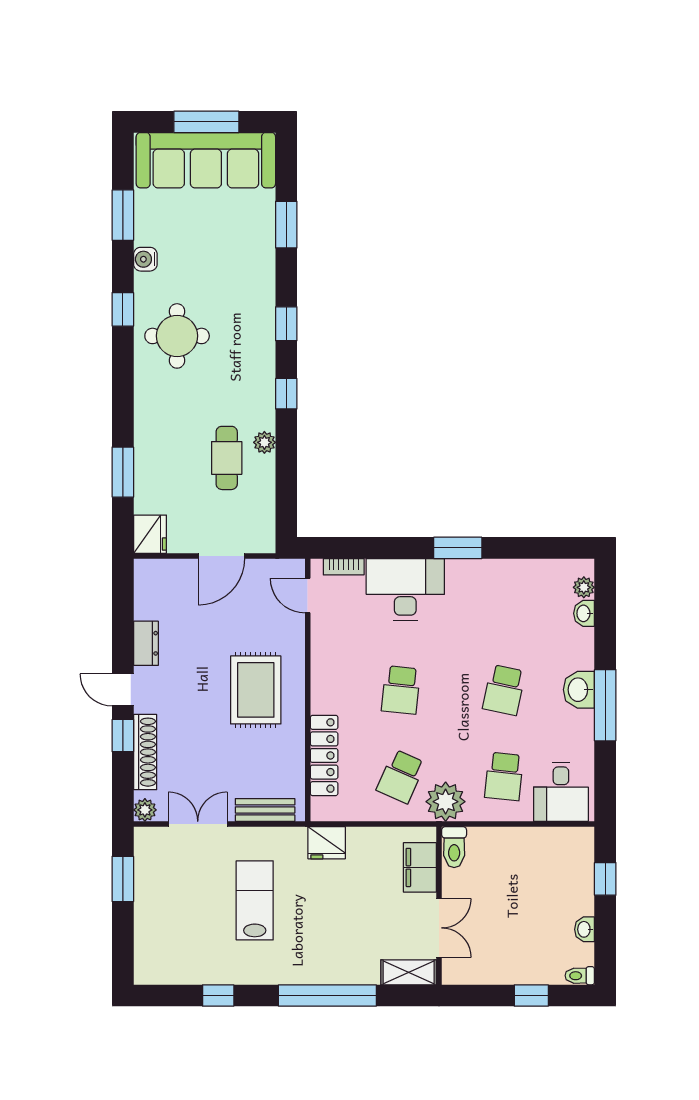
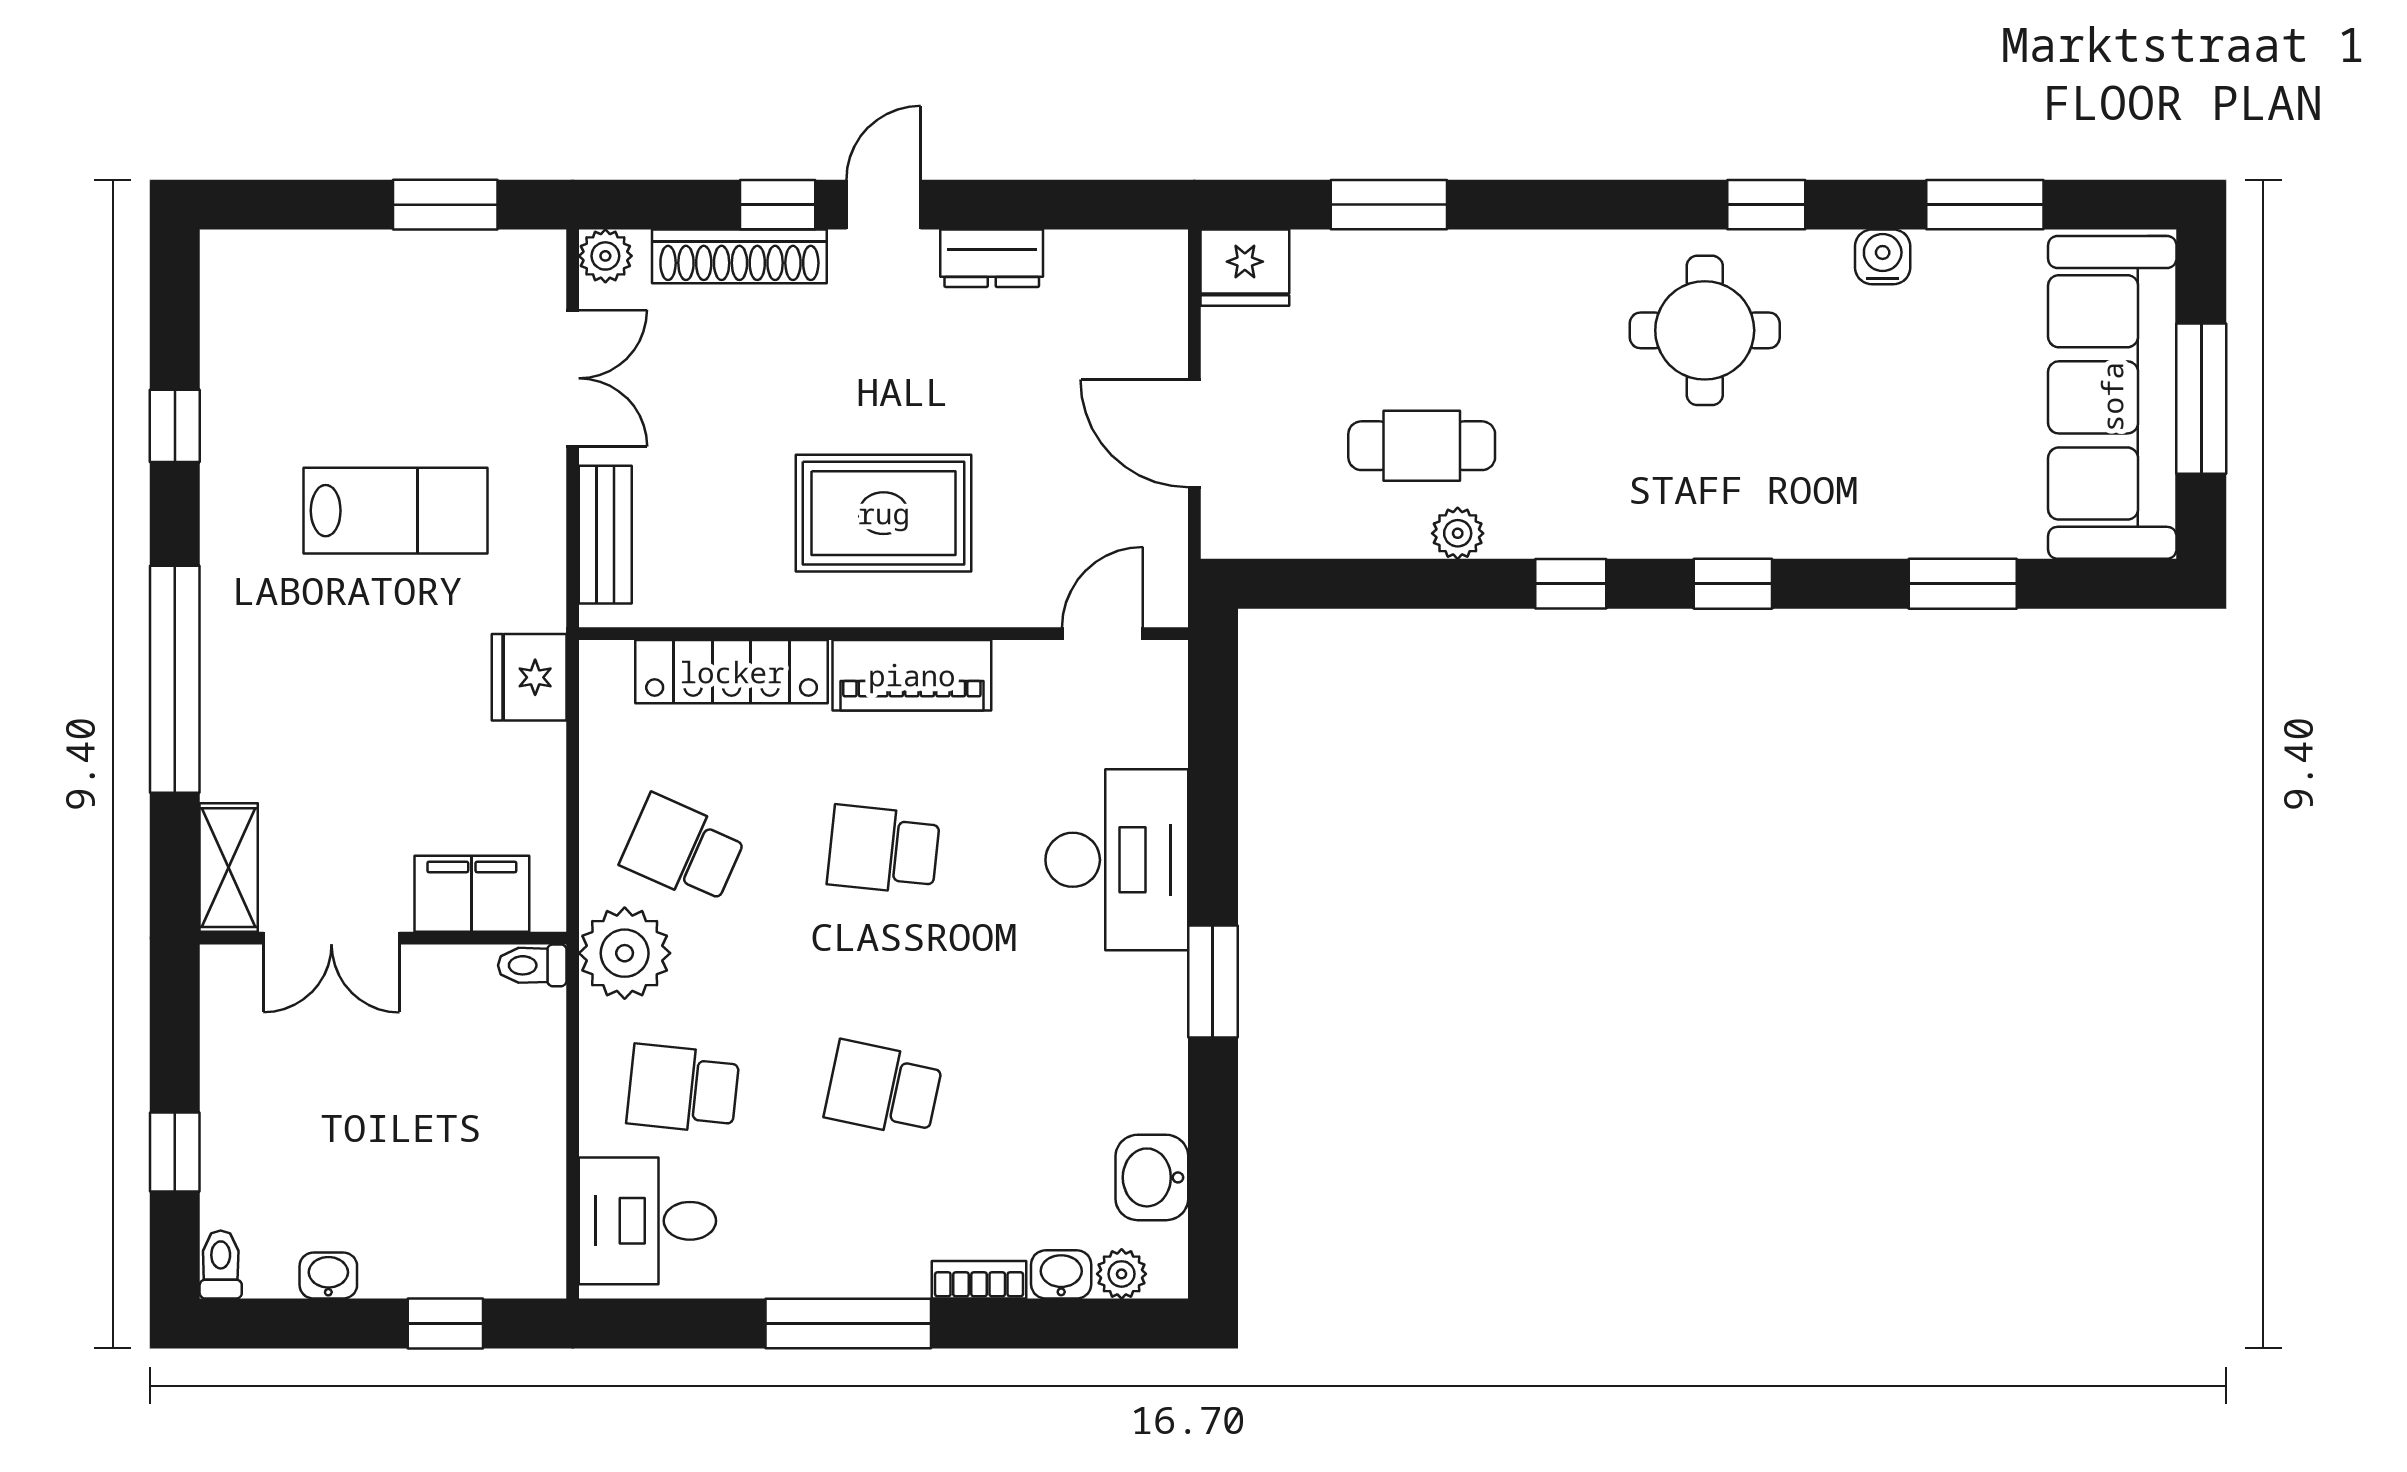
bookcase: (344, 567) -> (979, 1280), moved, turned 90
piano: (326, 678) -> (912, 675), added
washbasin: (579, 690) -> (1152, 1177), moved, turned -90
toilet: (454, 847) -> (532, 965), width x0.73, depth x0.72

